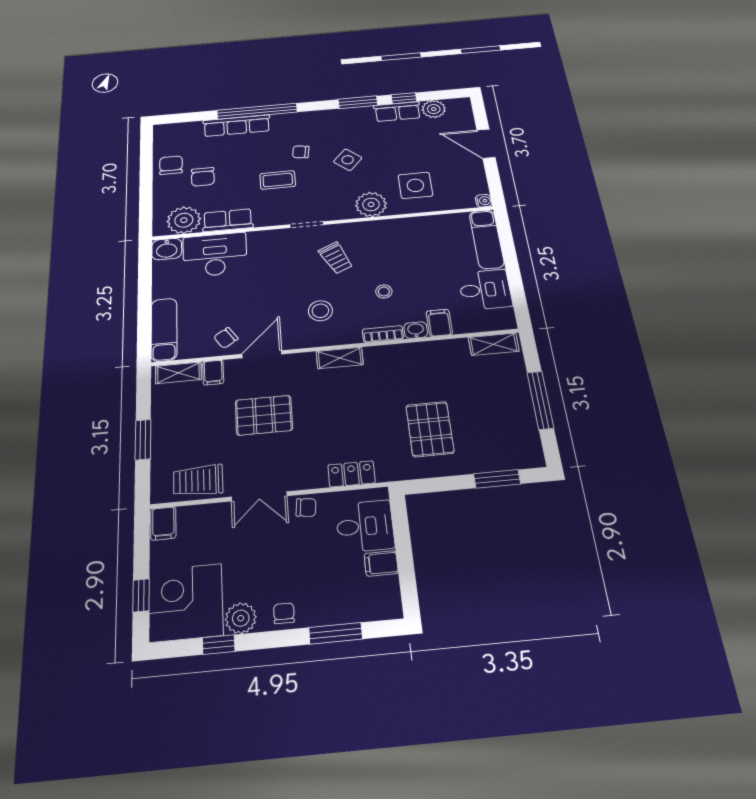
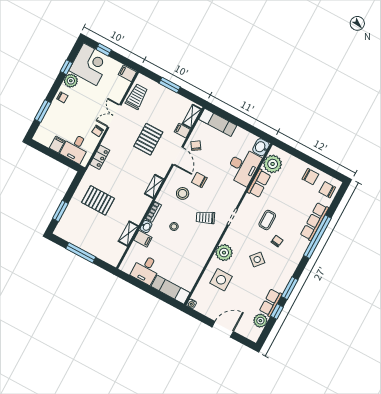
chair: (203, 177) -> (327, 190), moved
chair: (280, 300) -> (199, 180), added
shelving: (494, 344) -> (128, 234), moved

